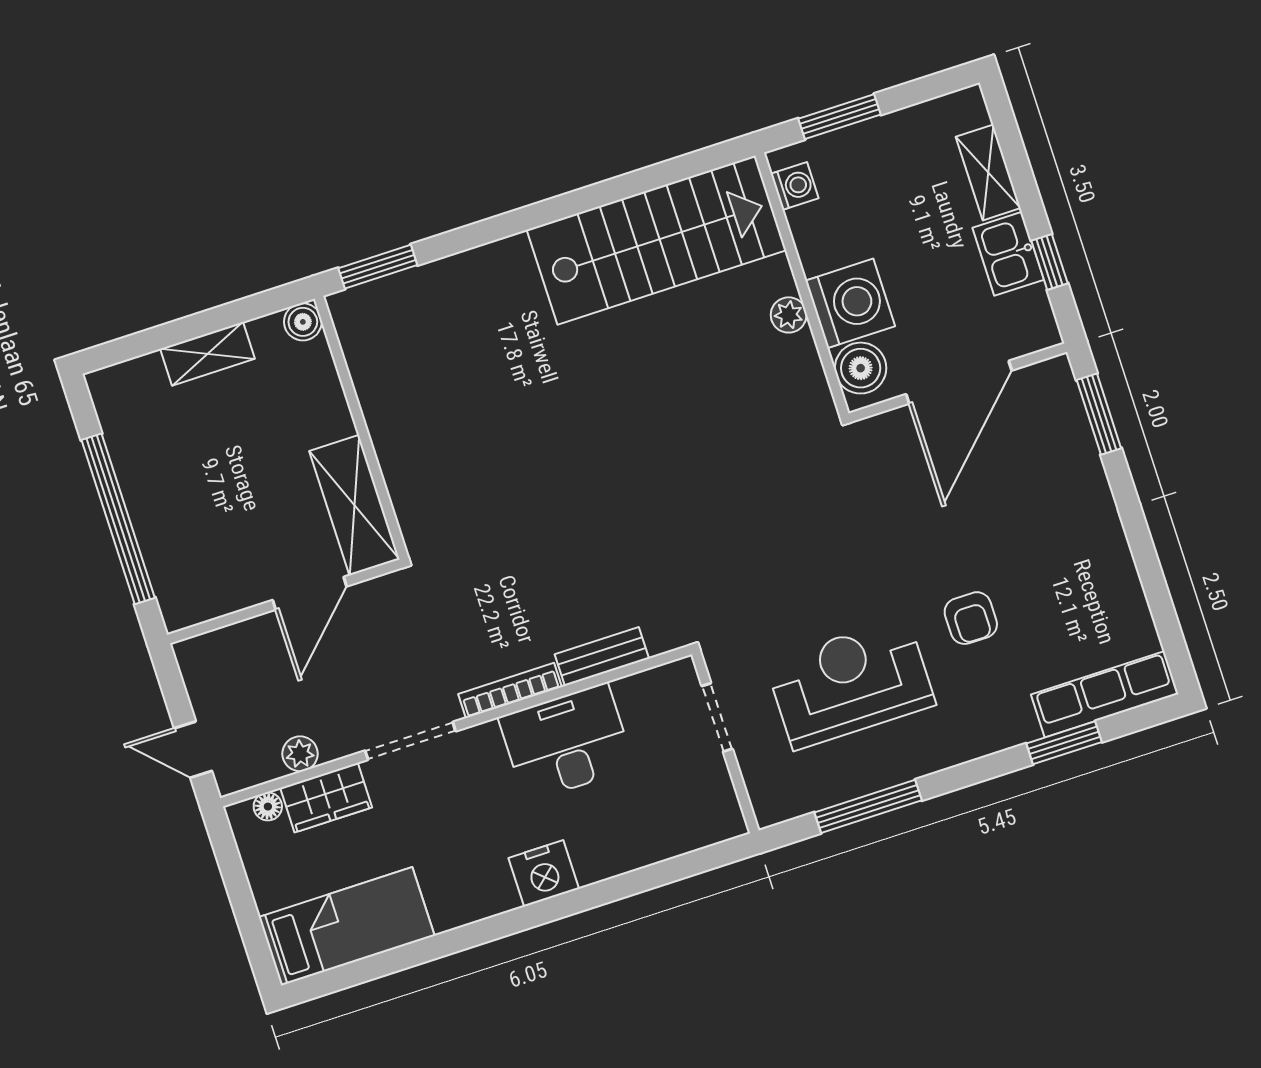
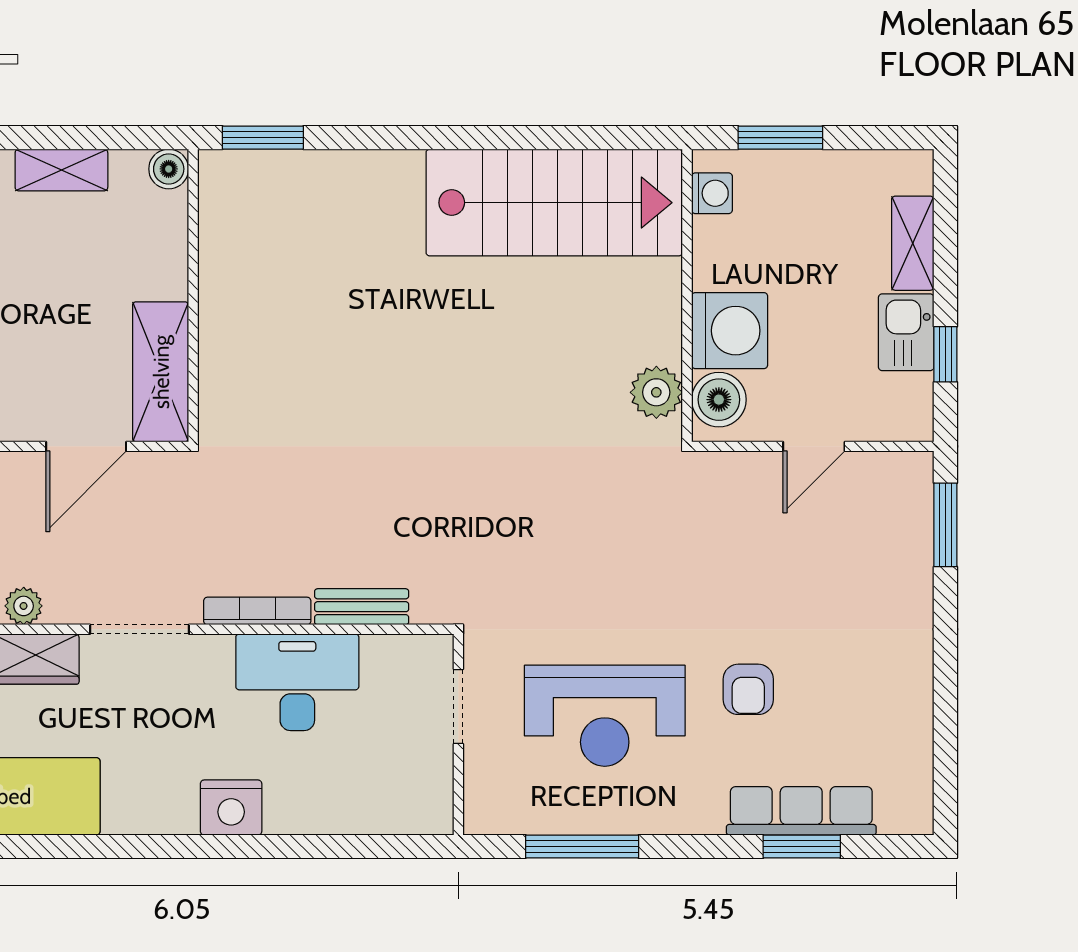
plant: (789, 315) -> (656, 392), moved, width x1.38, depth x1.38
door: (959, 382) -> (814, 446), width x0.53
reception desk: (850, 683) -> (605, 716), turned 180
row of seats: (1105, 694) -> (801, 811), moved

